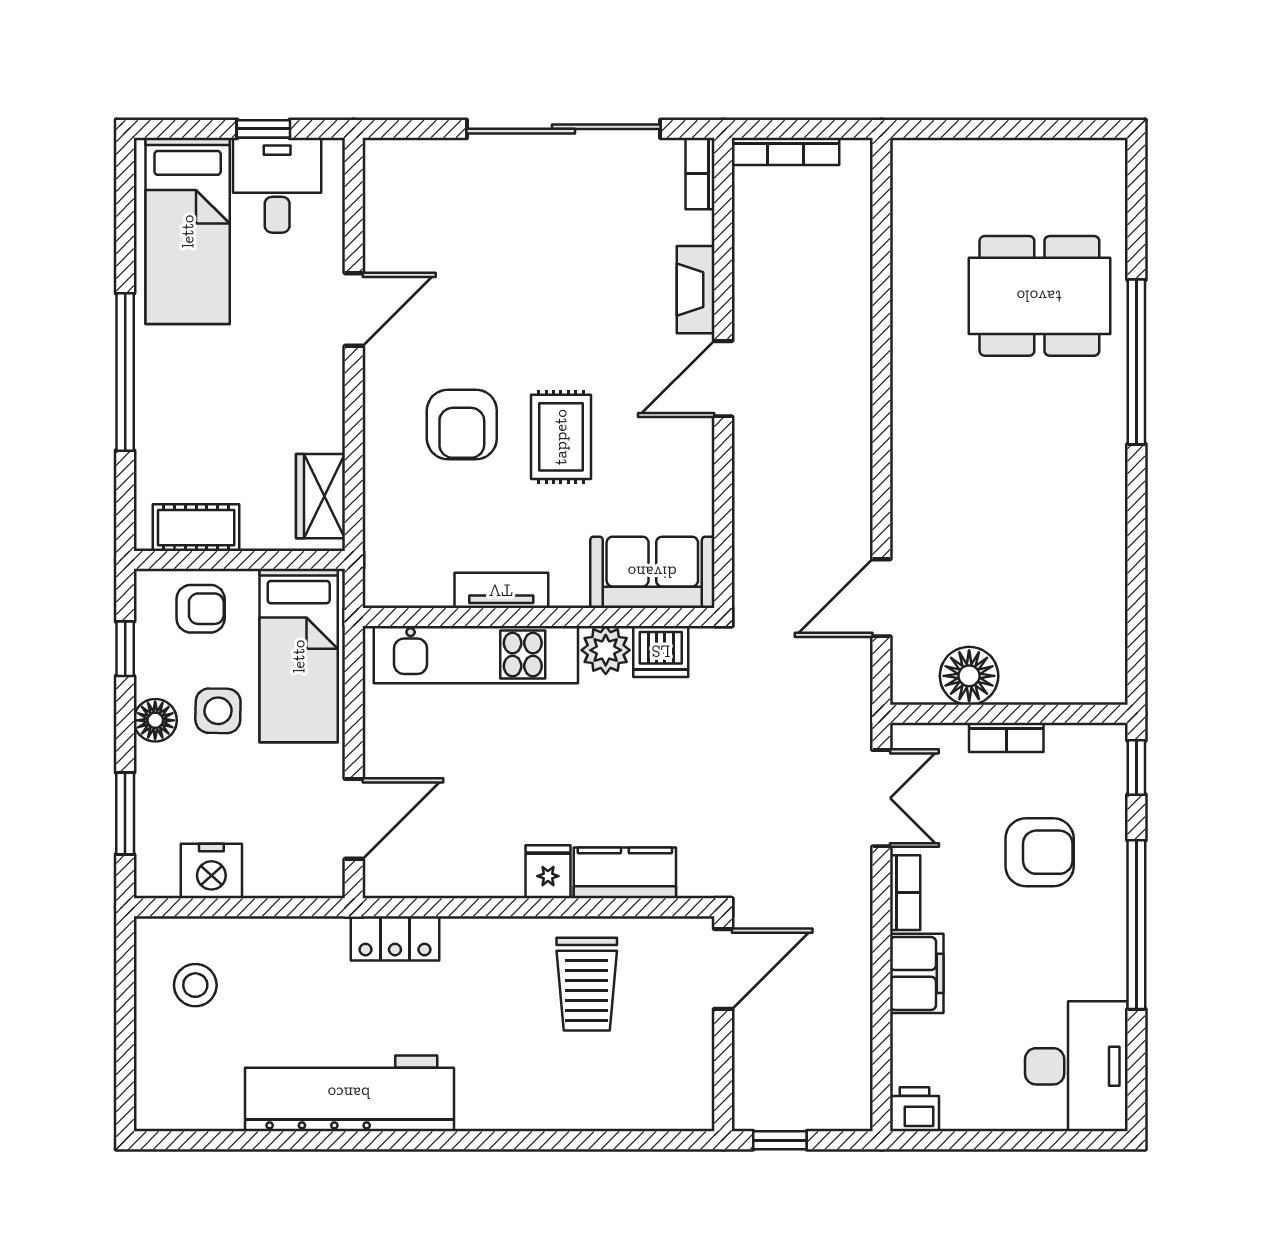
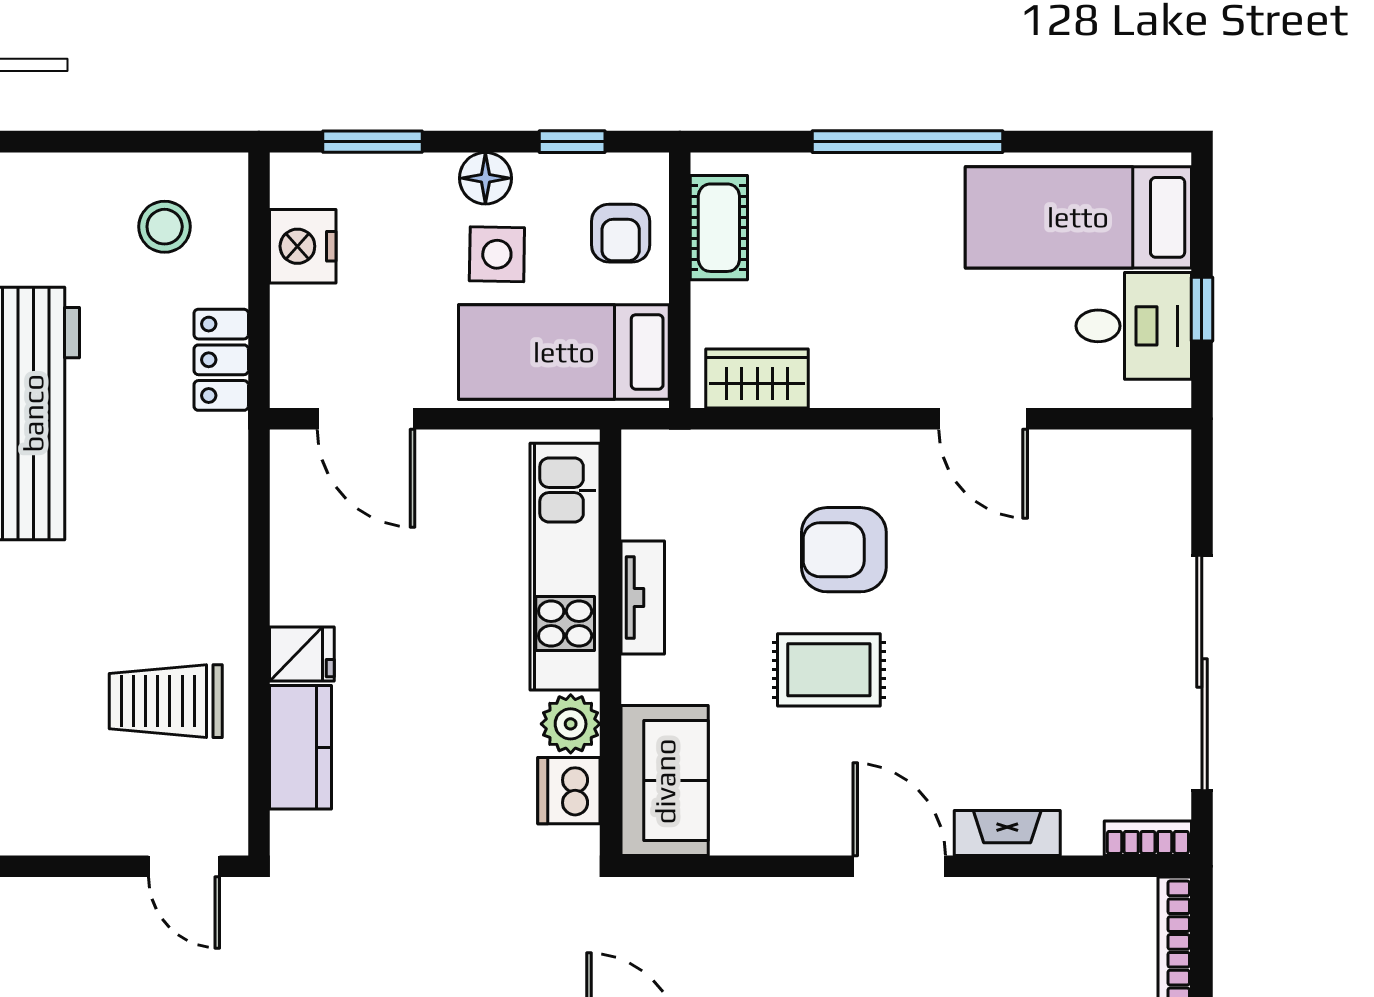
locker: (395, 938) -> (221, 360), moved
door: (723, 969) -> (184, 866), width x0.73

